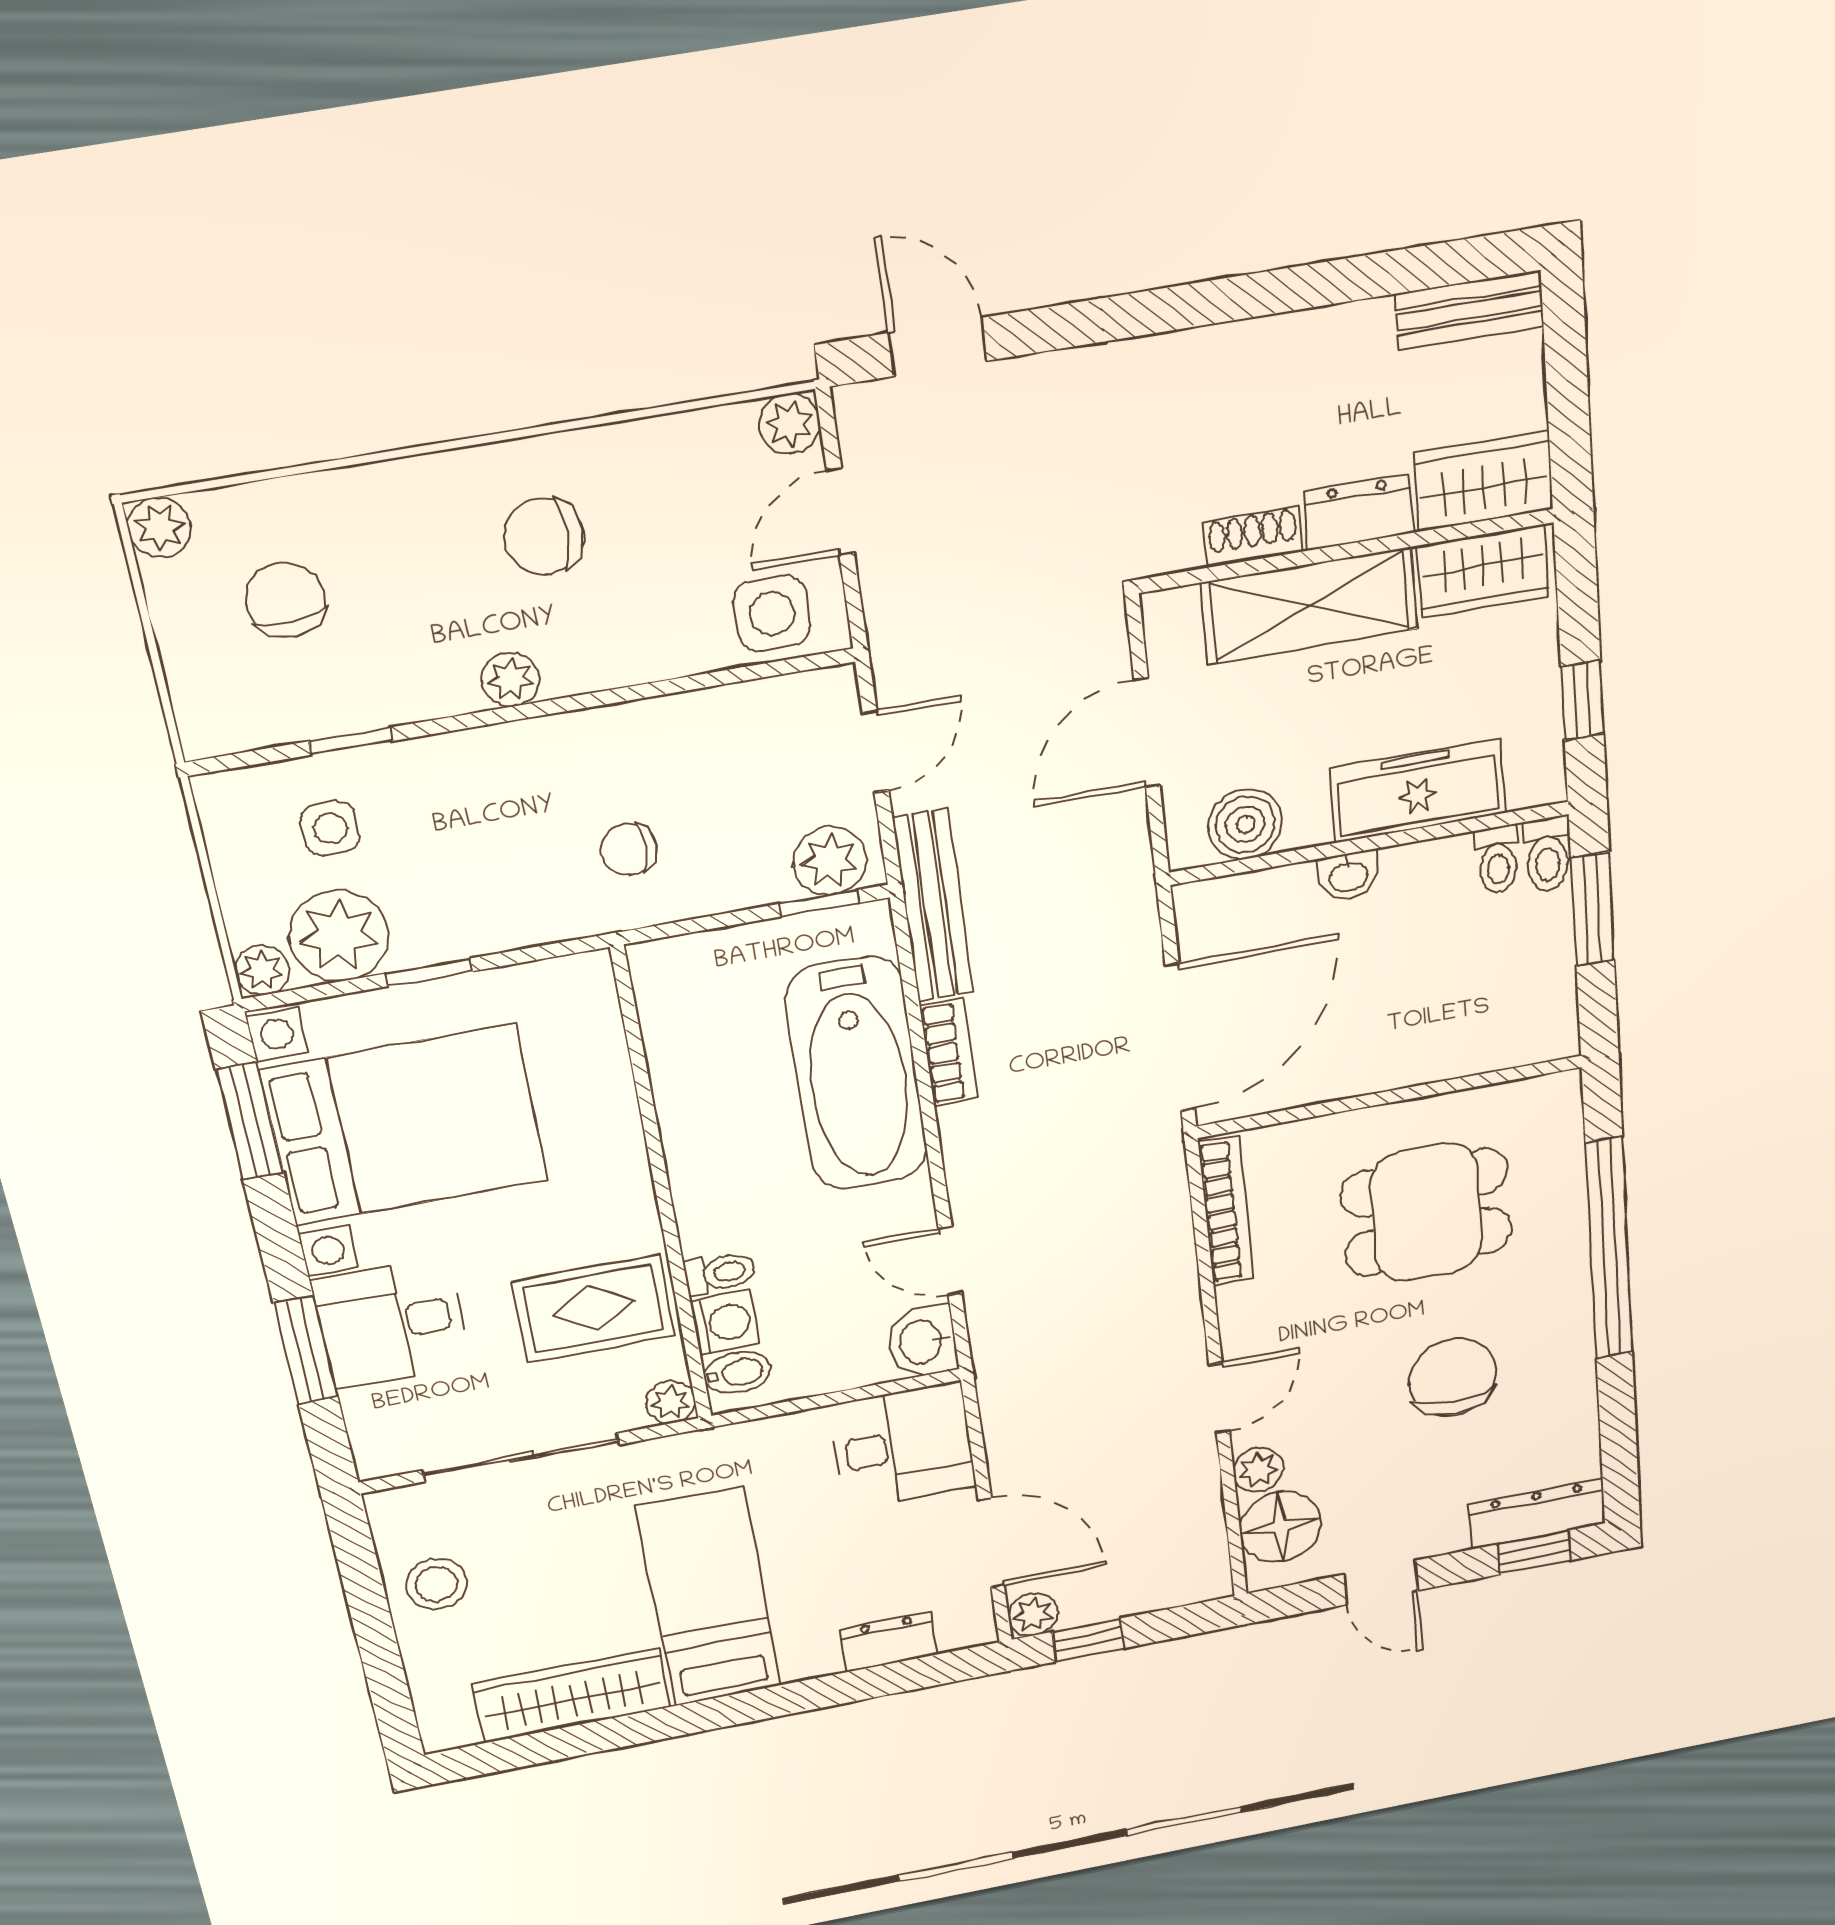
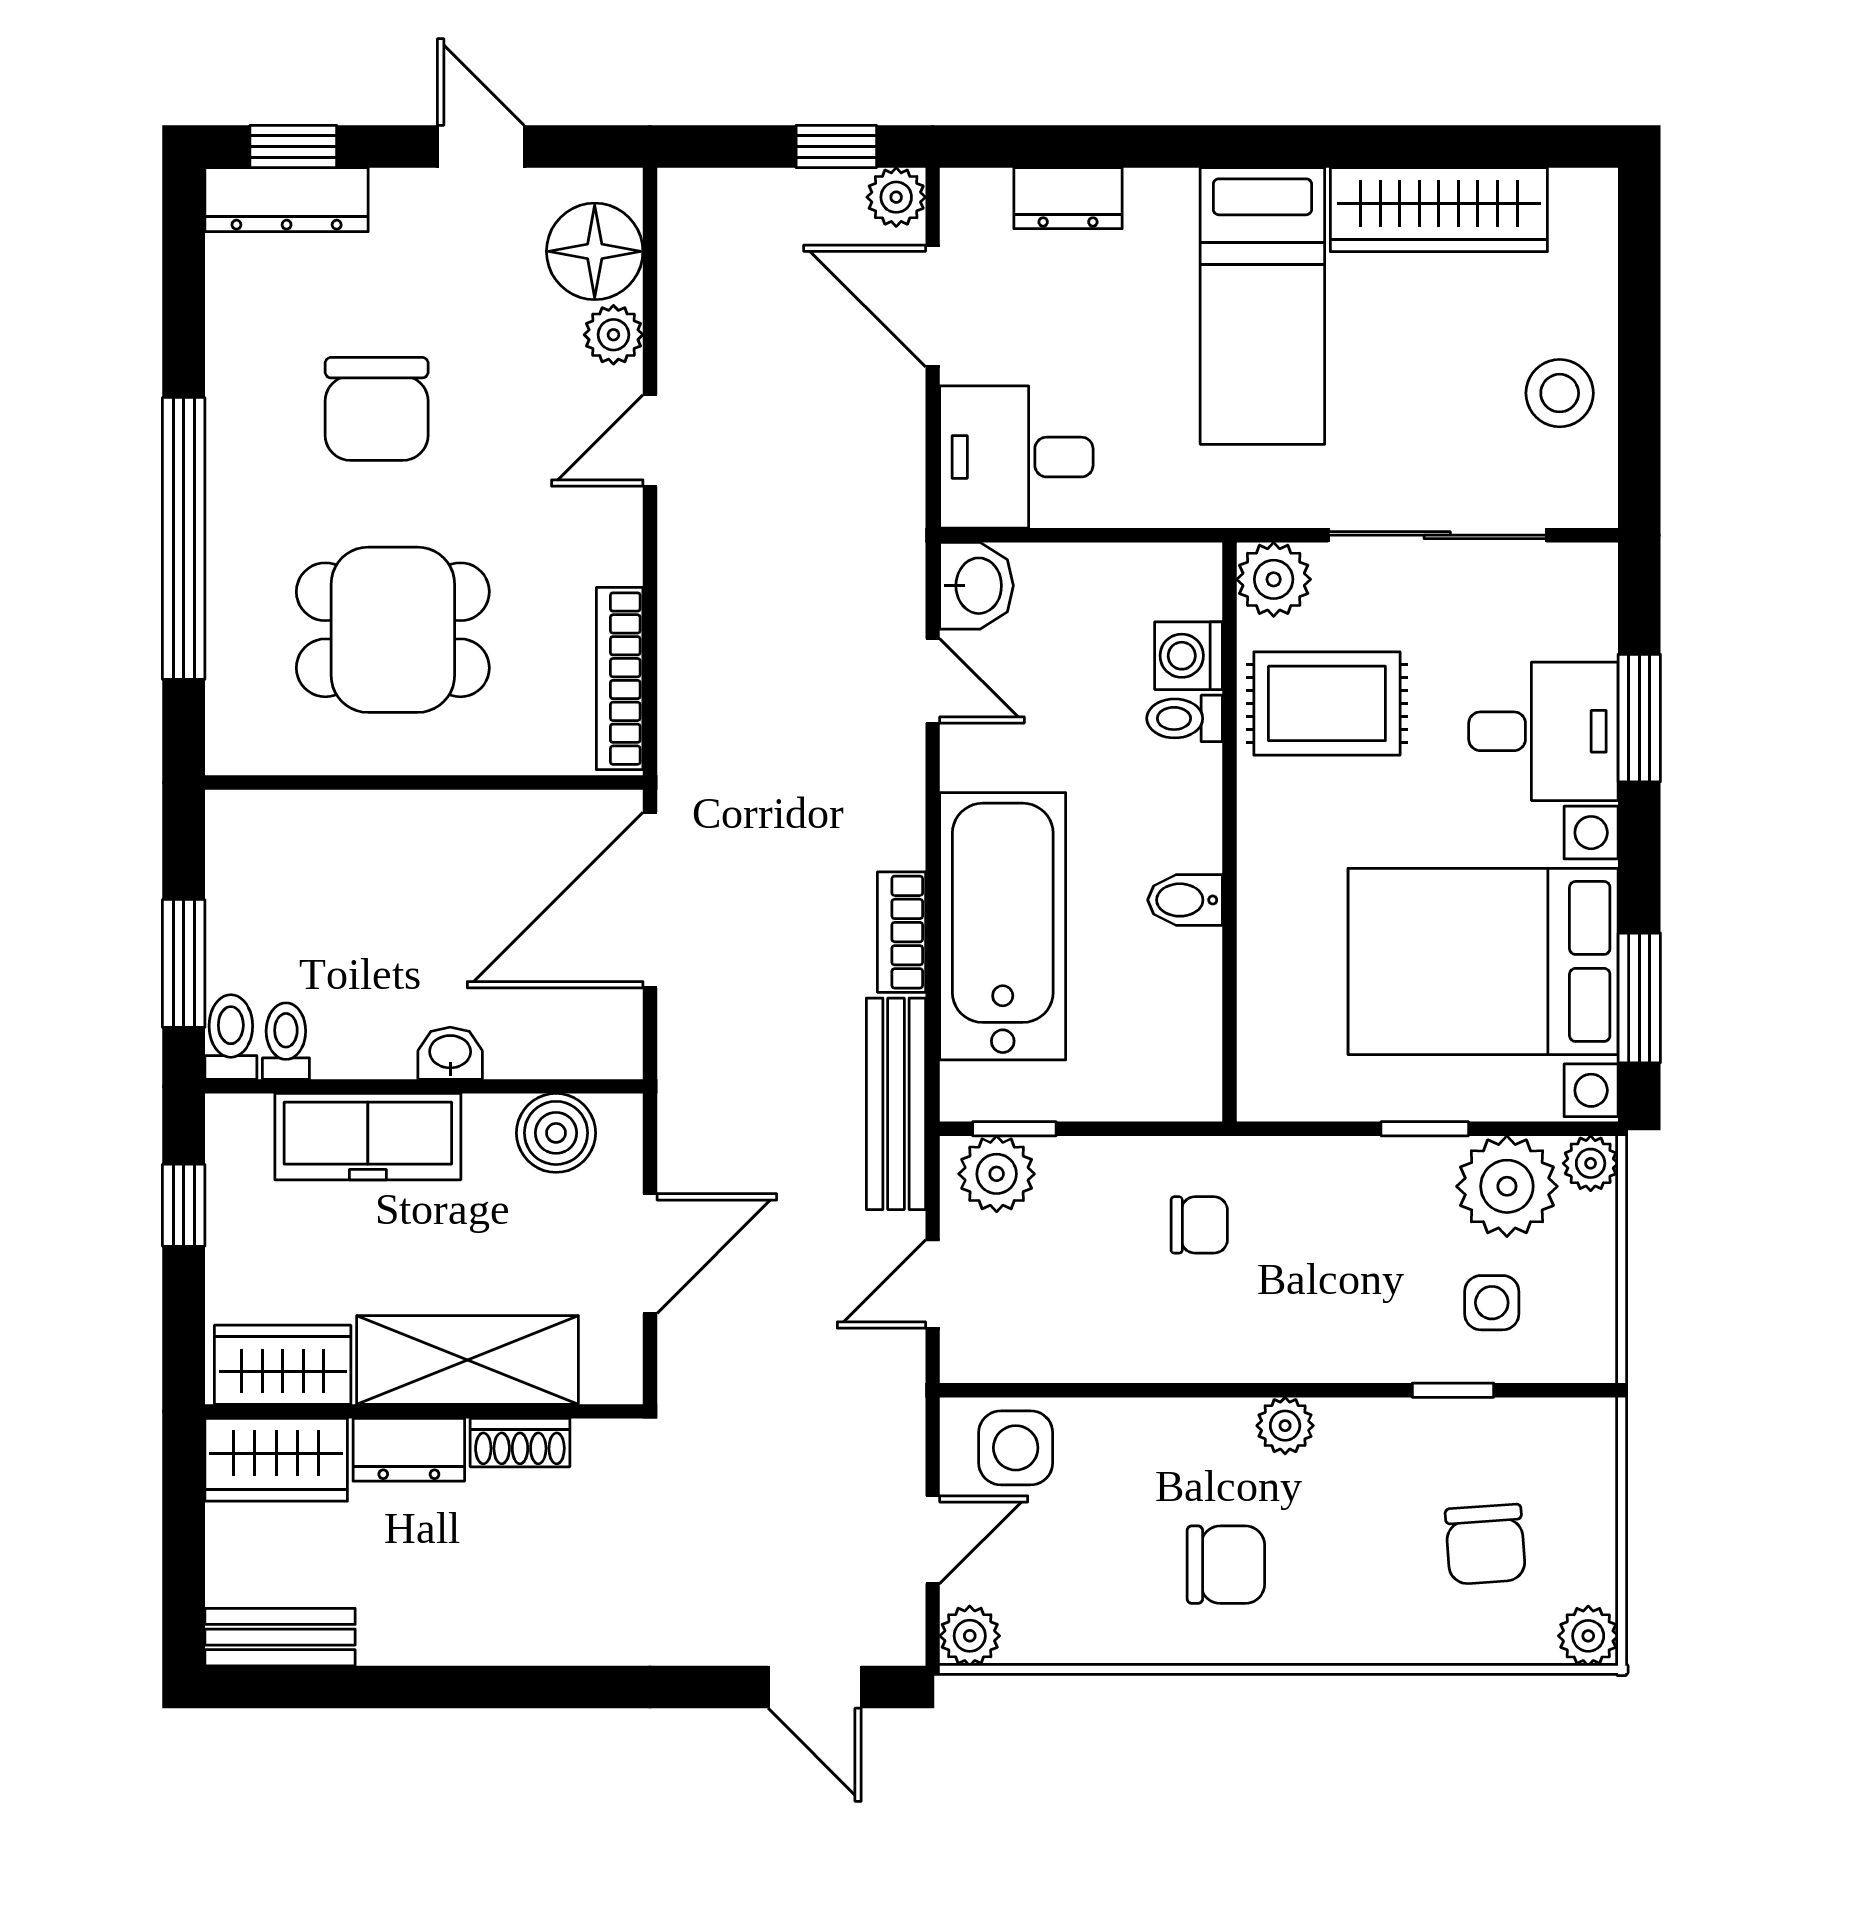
bidet: (737, 1373) -> (1185, 900), moved
plant: (671, 1402) -> (1274, 579), width x1.38, depth x1.38

